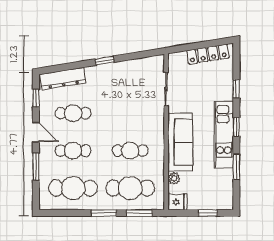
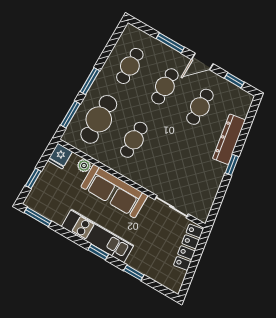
locker: (208, 54) -> (188, 247), moved
dresser: (63, 78) -> (229, 139), moved
window: (236, 167) -> (38, 217), moved
cafe table: (73, 188) -> (130, 66), width x0.73, depth x0.74

